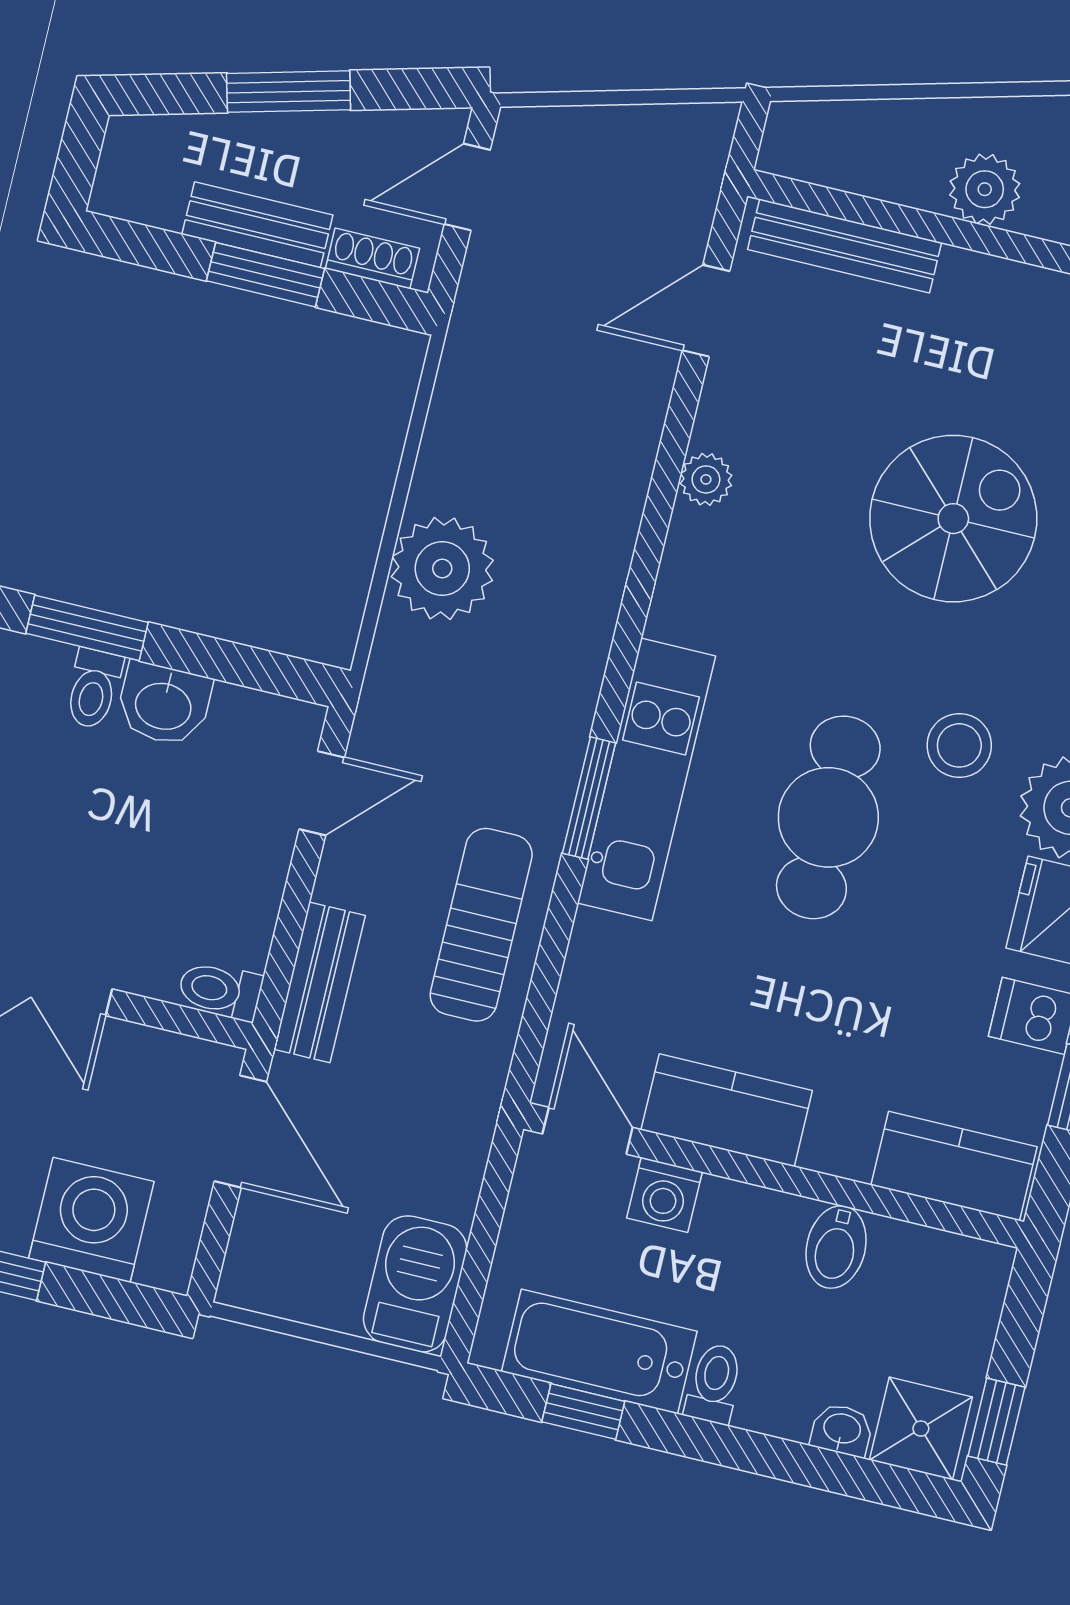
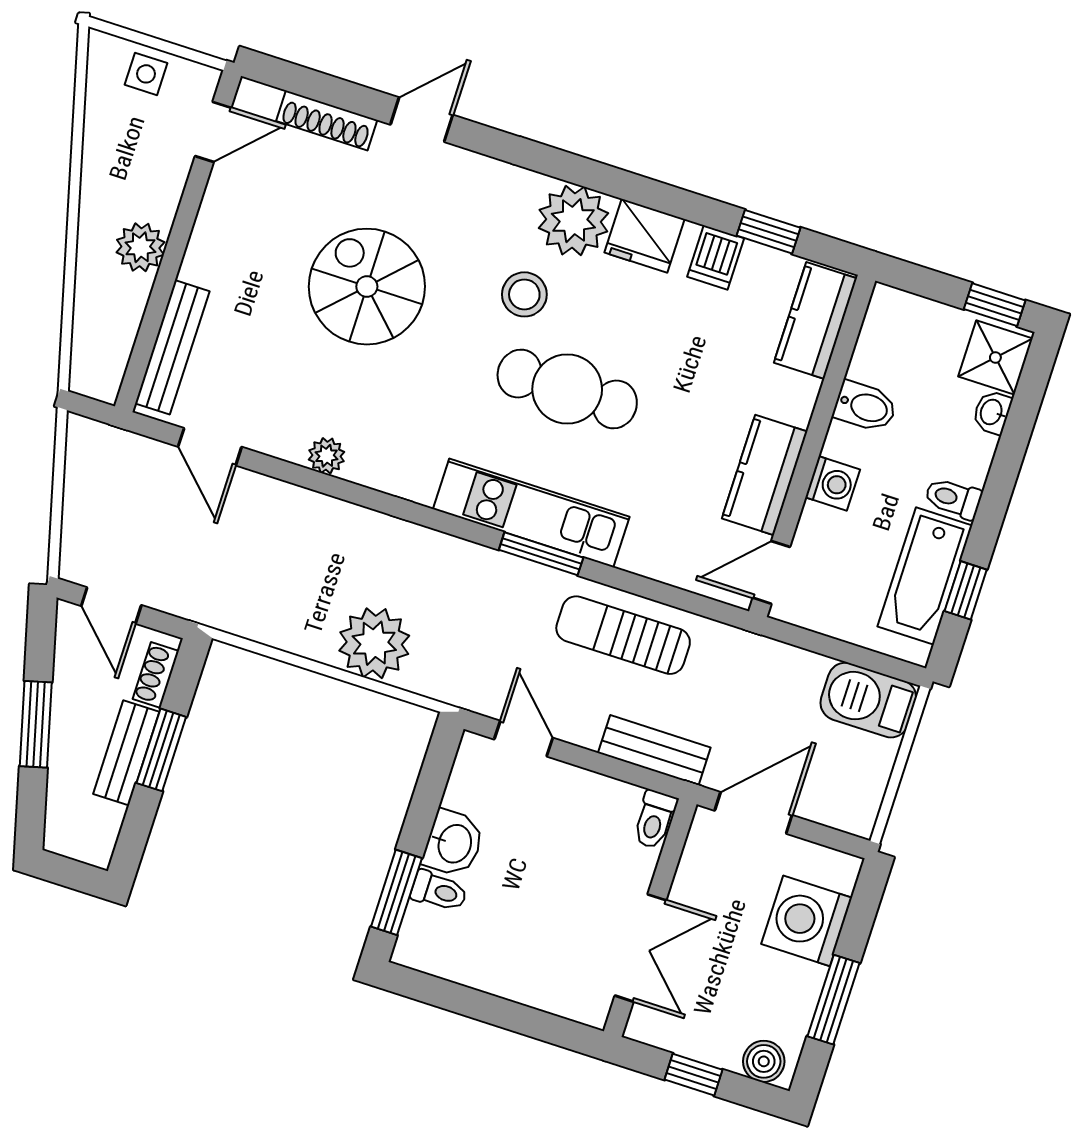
washing machine: (664, 1195) -> (833, 483), moved

